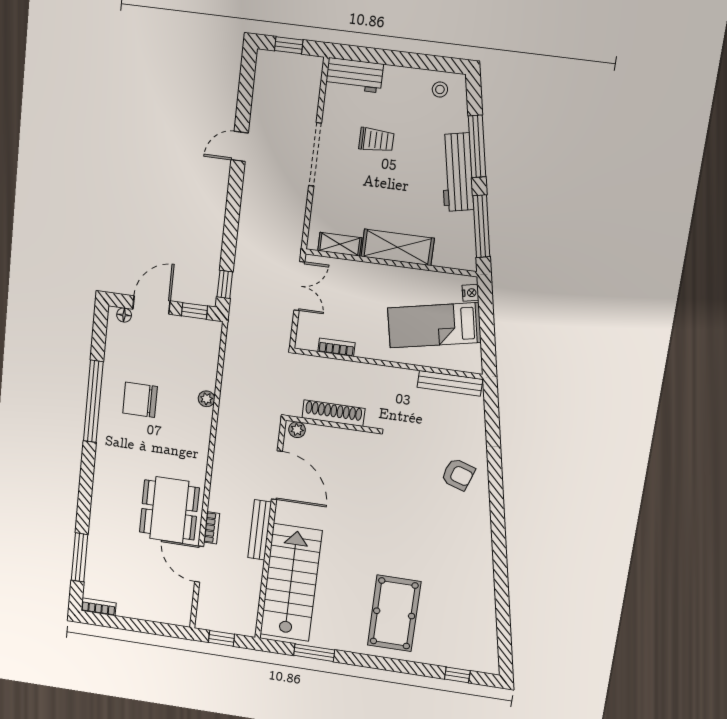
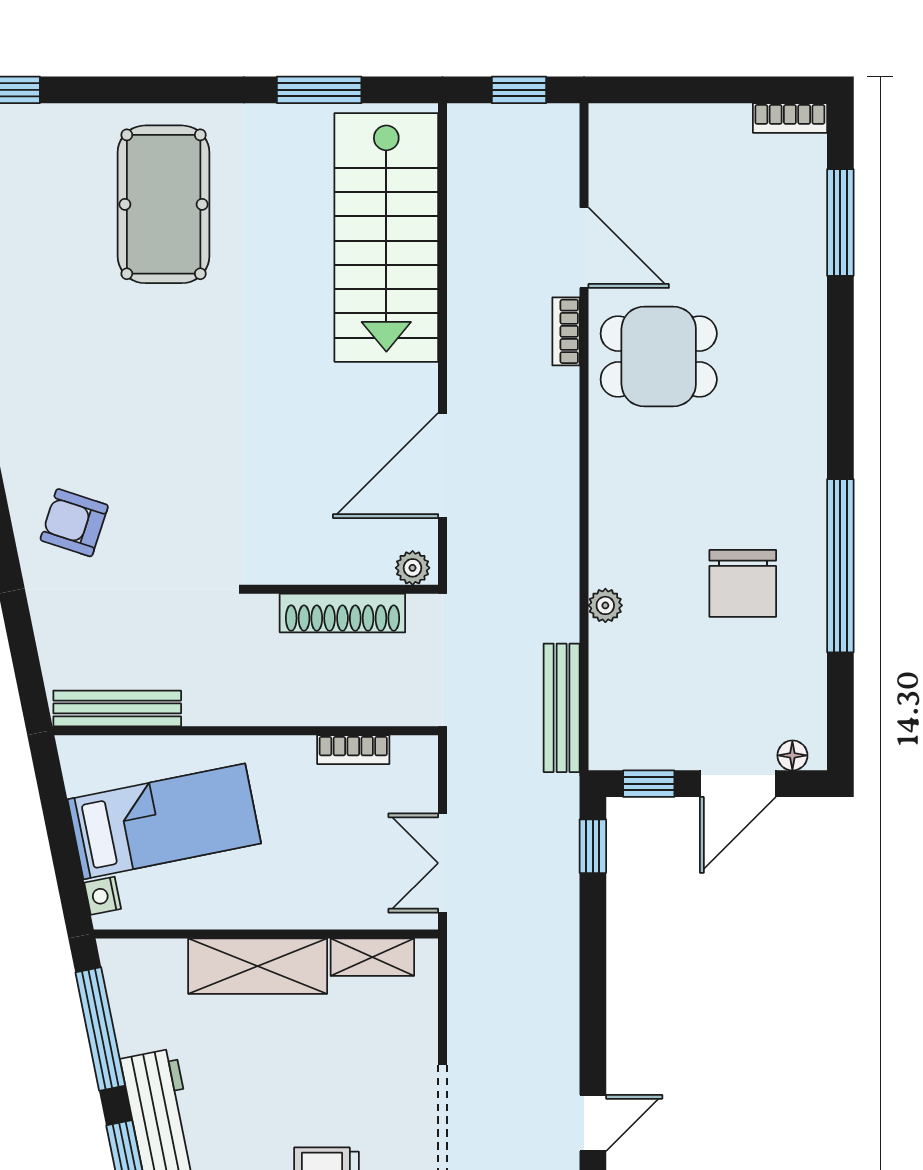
chair: (140, 400) -> (743, 583), turned 90
door: (277, 475) -> (443, 465), hinge flipped
dining table: (169, 510) -> (659, 356), width x0.73
bench: (260, 530) -> (562, 708), moved

